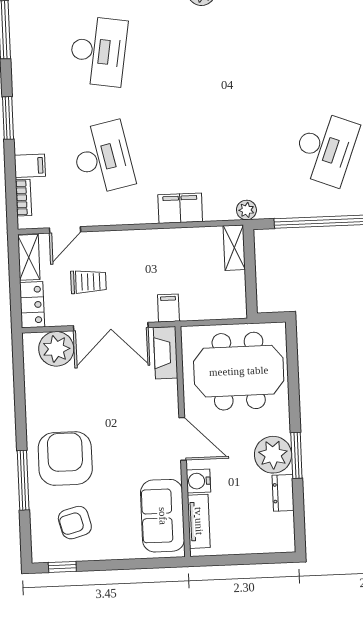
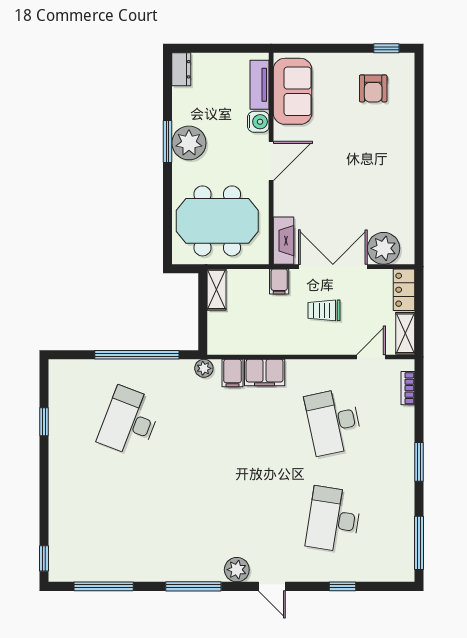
filing cabinet: (30, 166) -> (233, 373), moved, turned -90
shelving: (234, 248) -> (216, 289), moved
trolley: (88, 282) -> (324, 310), moved
door: (183, 439) -> (271, 161), swing flipped
armchair: (65, 458) -> (380, 148), removed
window: (23, 480) -> (419, 129), removed
dresser: (283, 493) -> (181, 69), moved
armchair: (75, 523) -> (373, 88), turned 105

